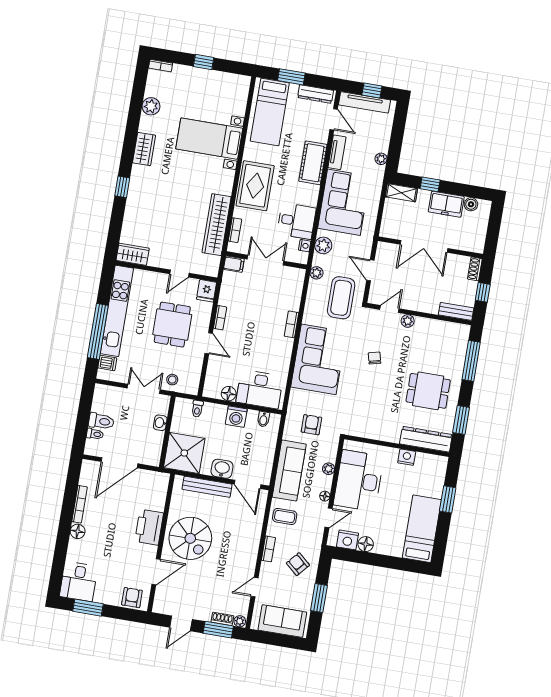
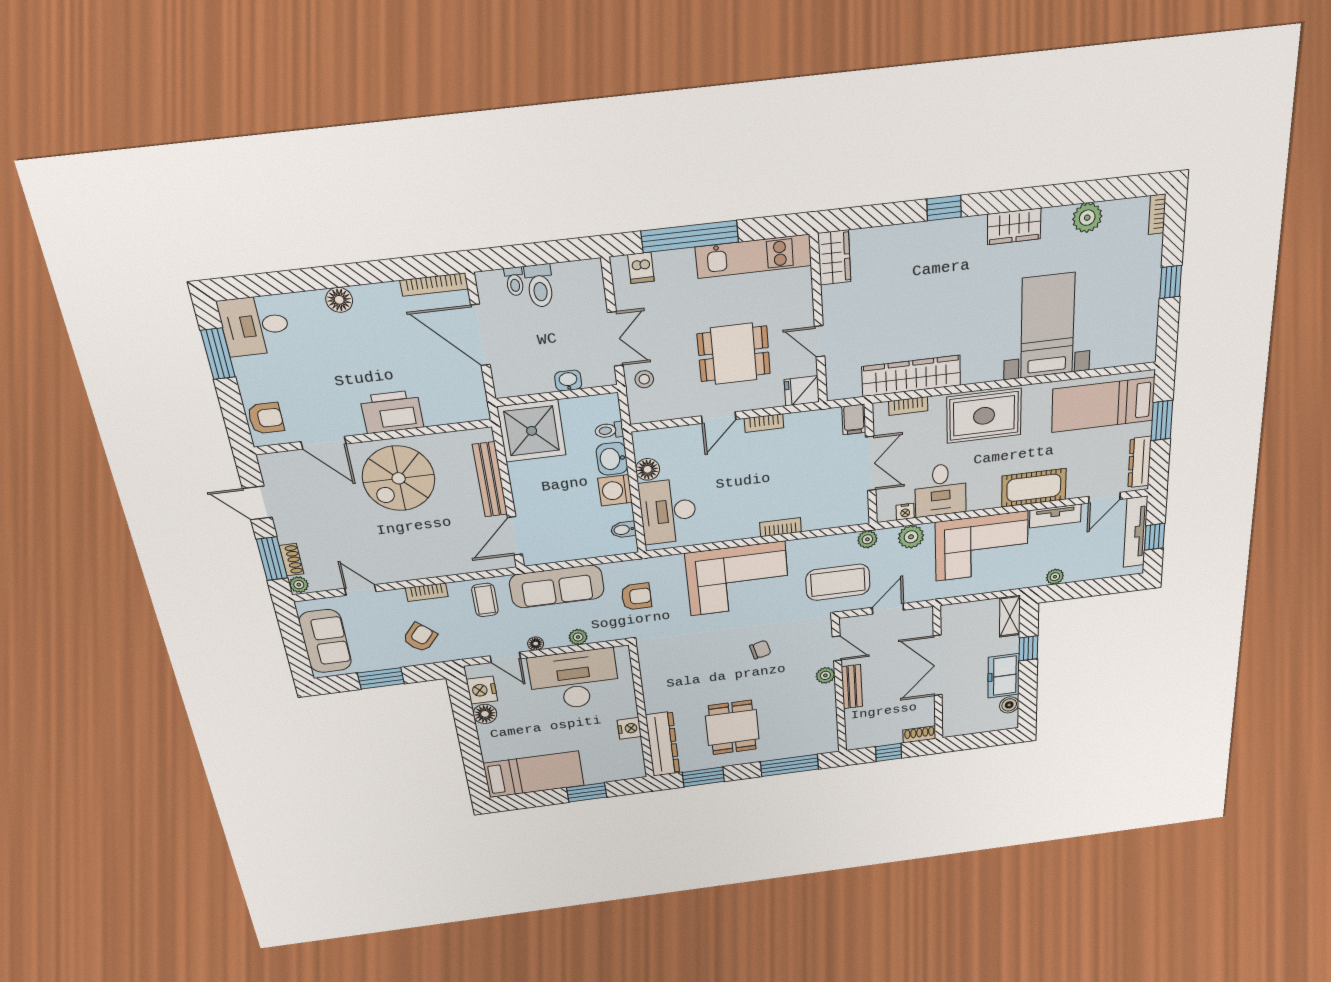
kitchen unit: (117, 311) -> (754, 256), width x0.73
bench: (456, 311) -> (852, 687), moved
washbasin: (222, 469) -> (612, 459), moved, turned 180
bookcase: (80, 504) -> (434, 285), moved

